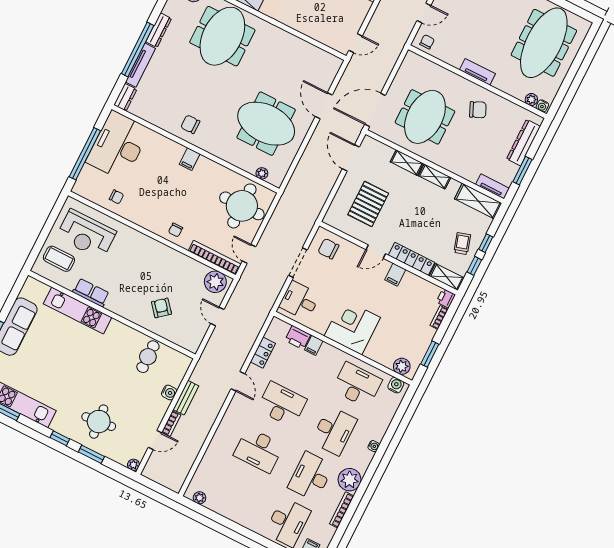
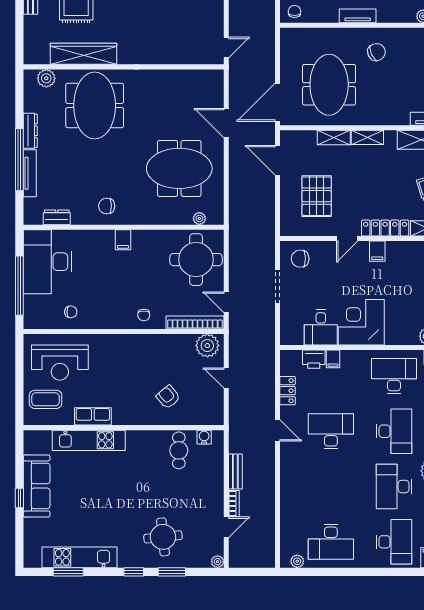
dresser: (125, 97) -> (57, 217), moved, turned -90
desk: (299, 301) -> (321, 327), moved, turned -90
water cooler: (169, 392) -> (204, 437), moved, turned -90
desk: (259, 450) -> (331, 542), moved

